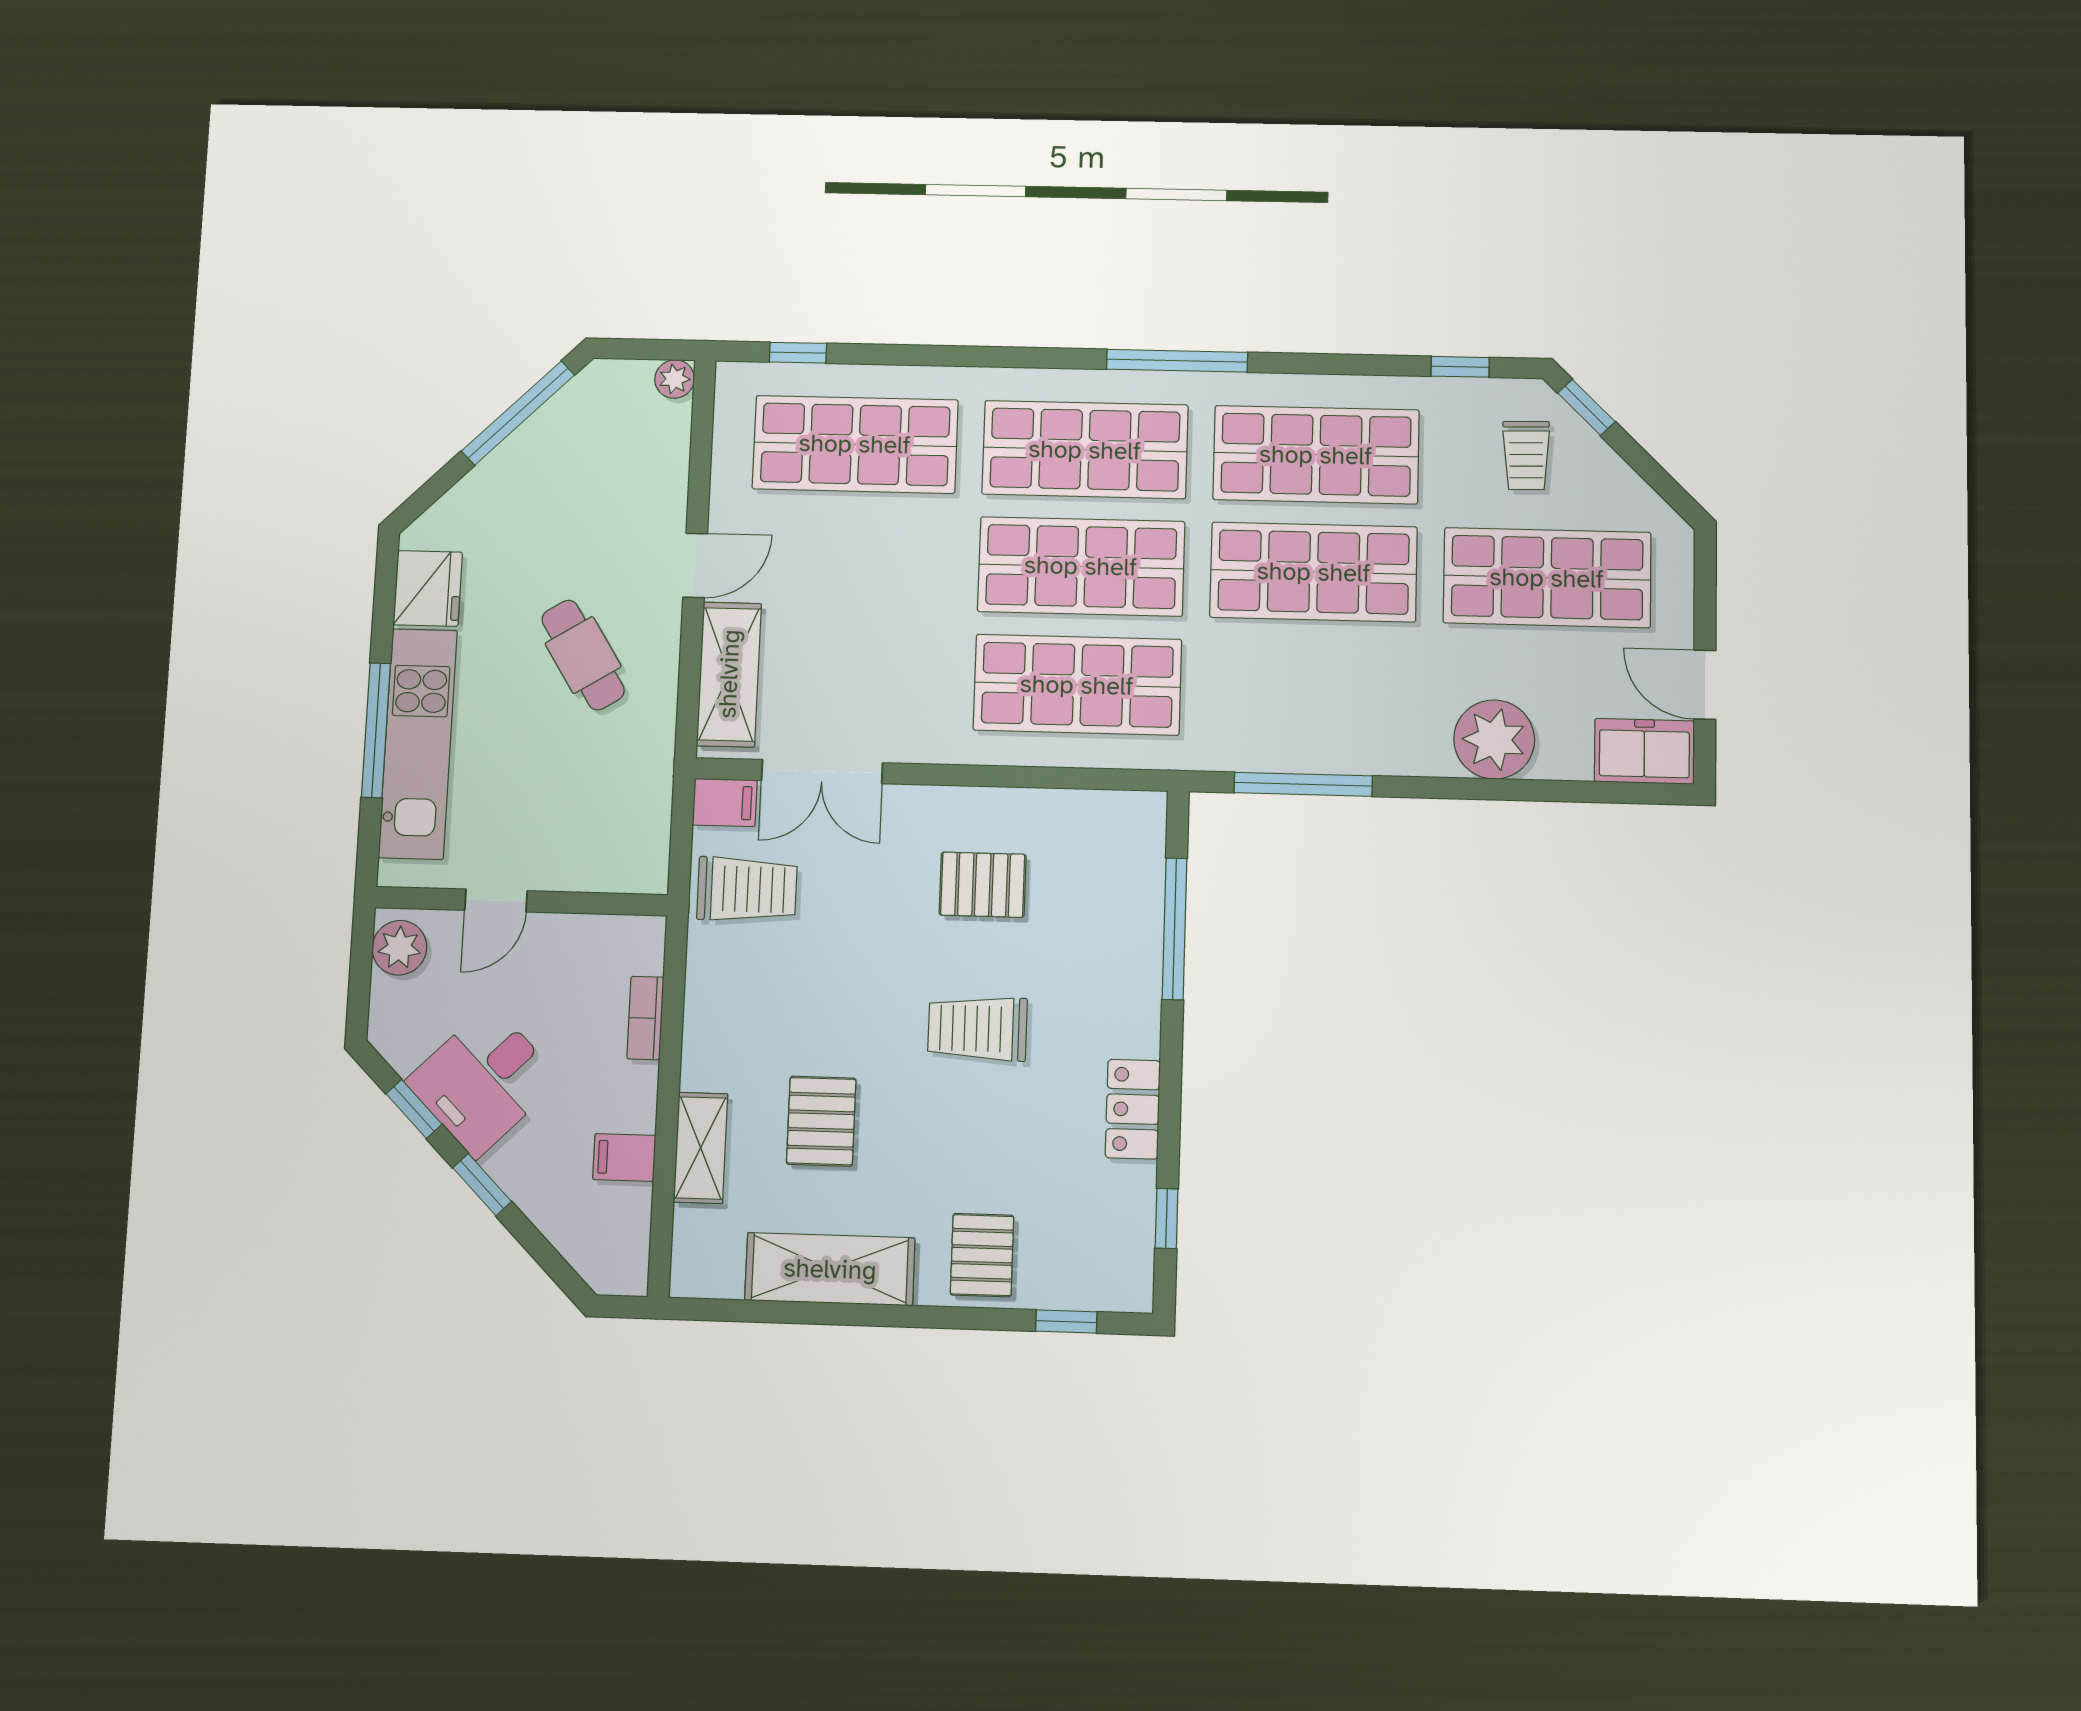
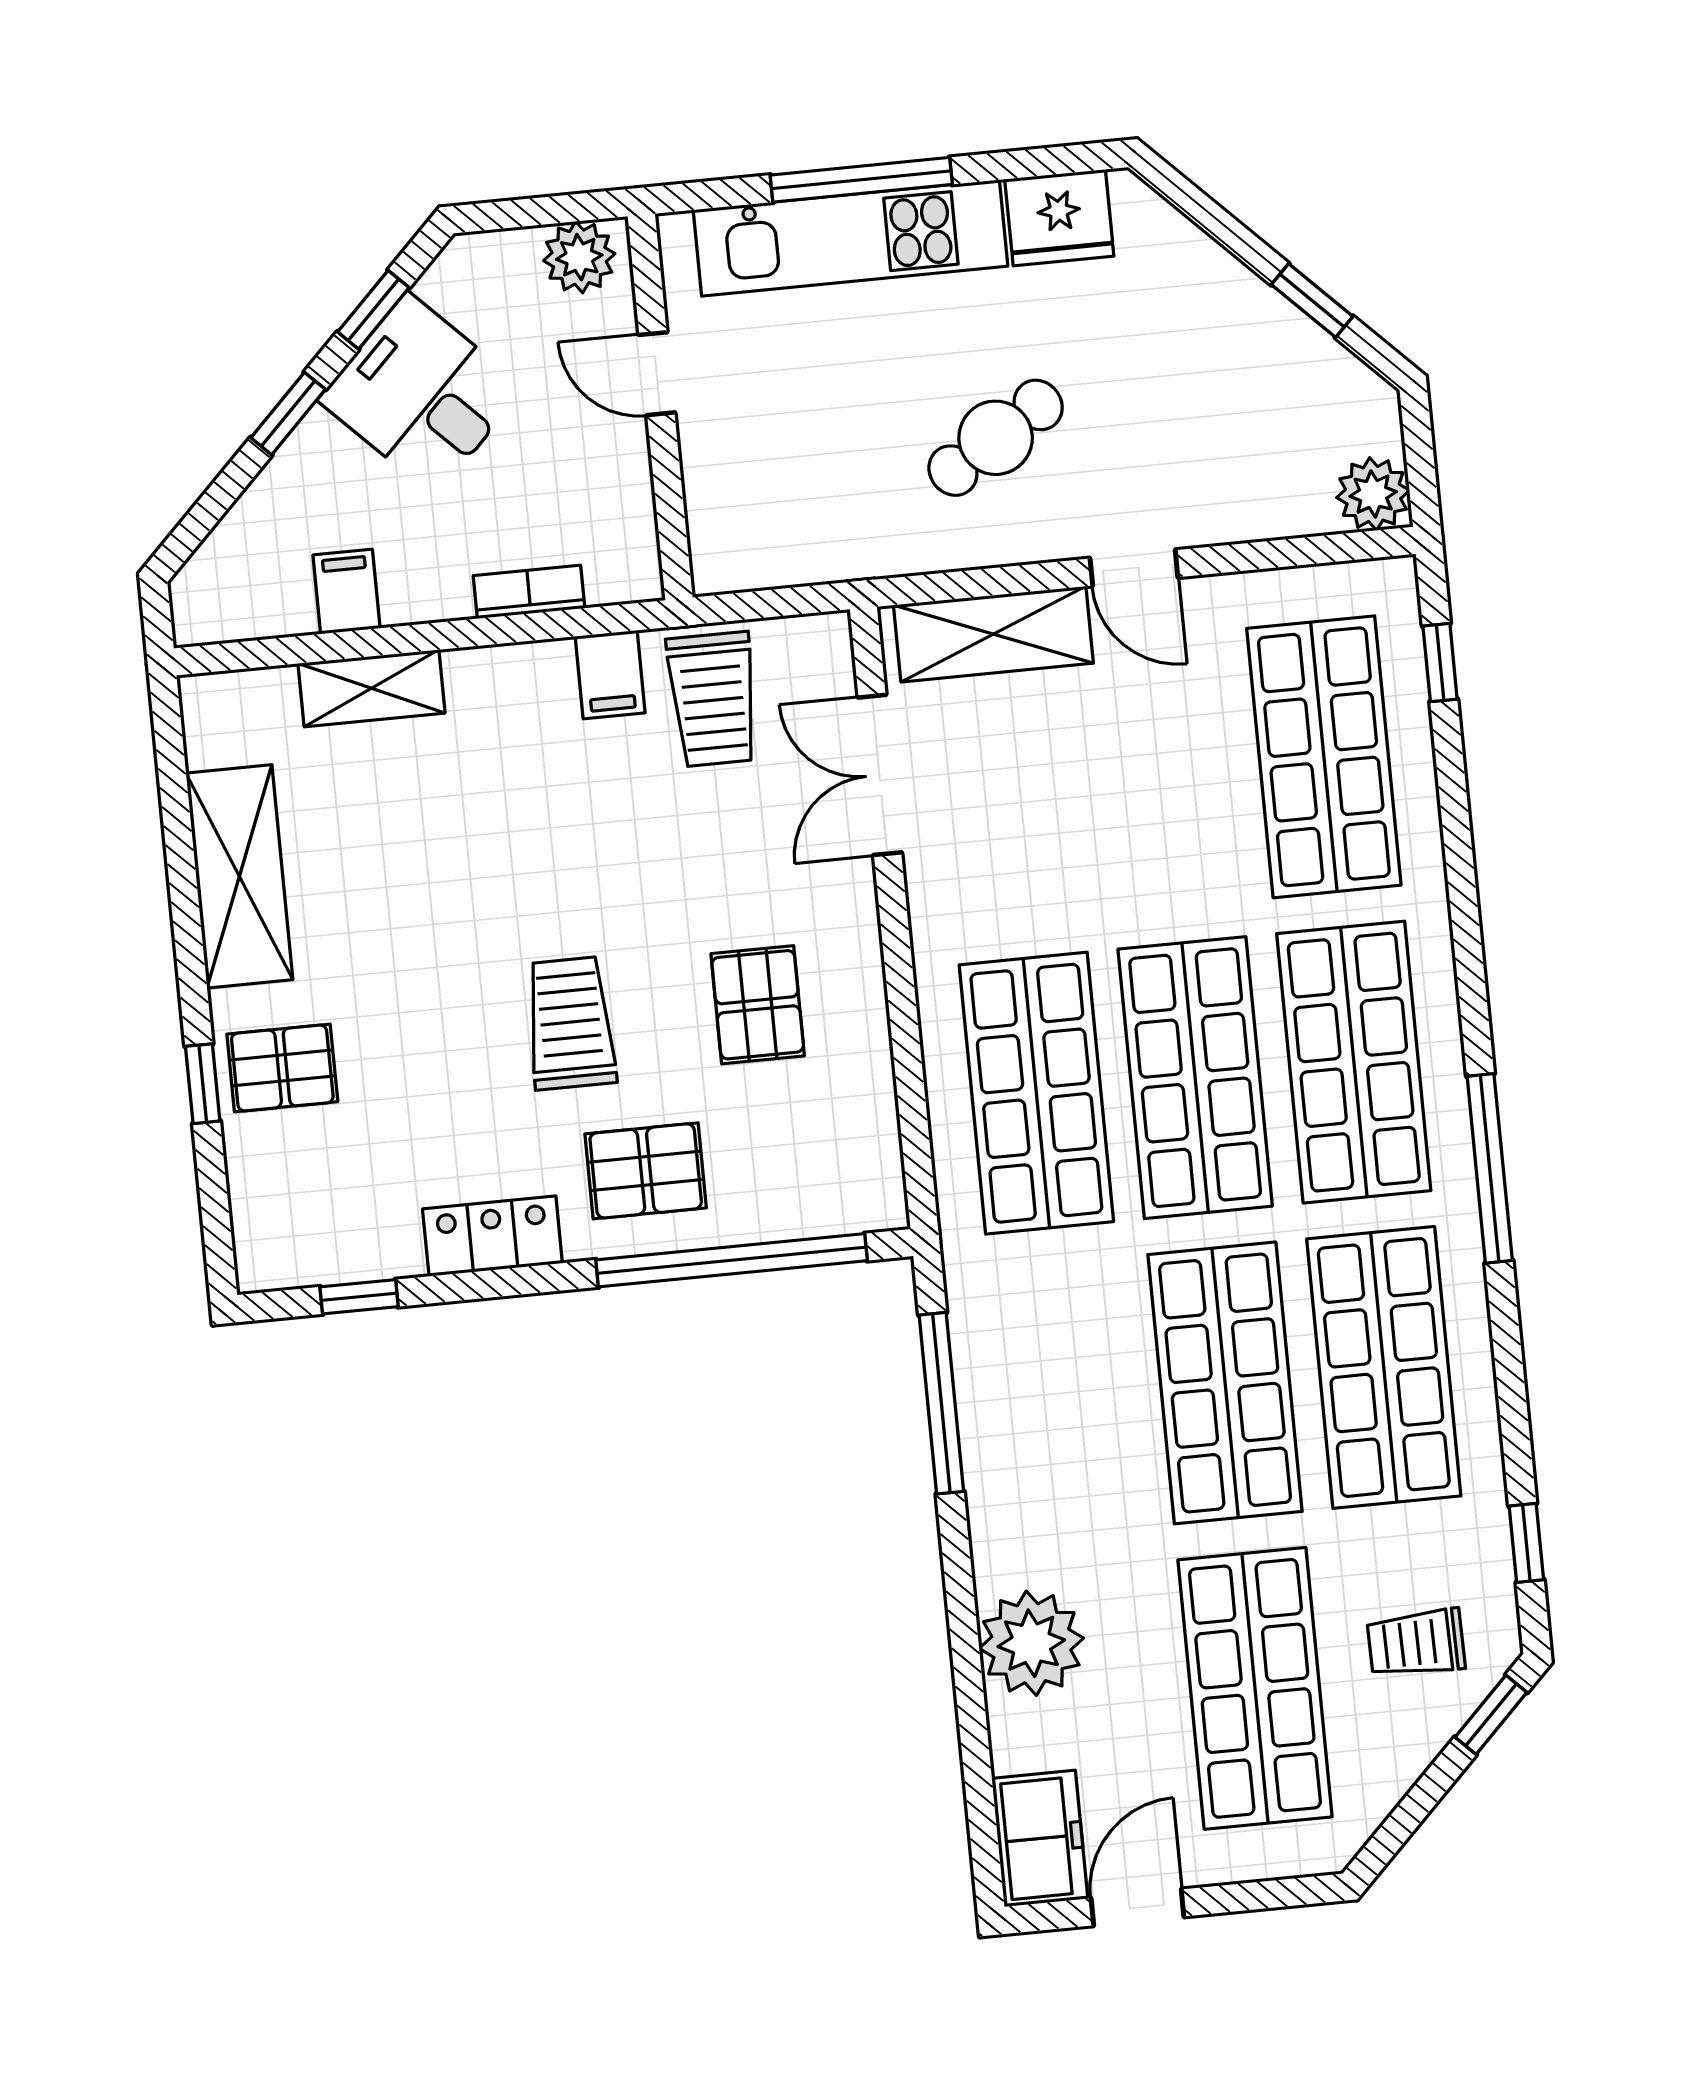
plant: (675, 379) -> (1373, 494), width x1.38, depth x1.38
window: (518, 413) -> (1312, 300), width x0.46
filing cabinet: (725, 803) -> (610, 675), moved
window: (1175, 929) -> (732, 1260), width x1.46
pallet: (821, 1121) -> (646, 1171), moved
window: (1066, 1322) -> (203, 1084), moved

